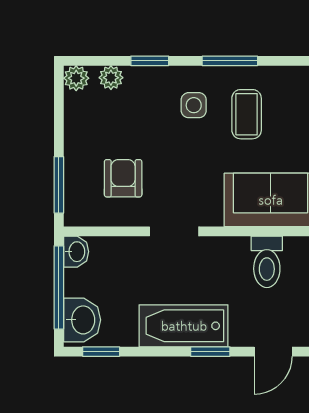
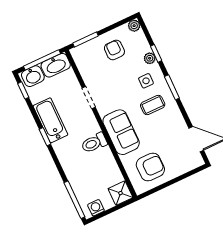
plant: (111, 78) -> (150, 58), moved
armchair: (123, 178) -> (114, 50), moved, turned -90
washbasin: (76, 252) -> (56, 65), width x1.91, depth x1.45
door: (273, 352) -> (57, 163), removed

